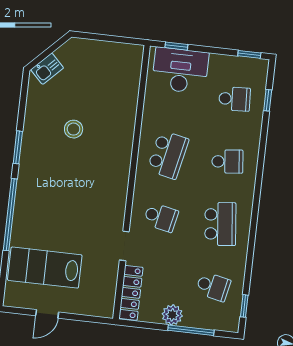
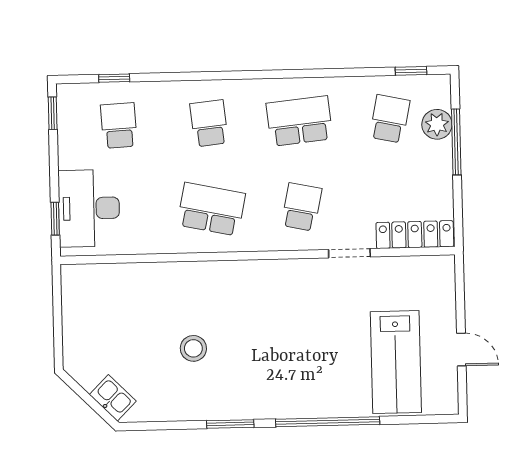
plant: (172, 315) -> (437, 124), moved

